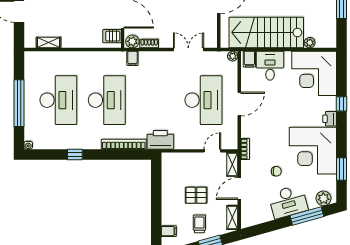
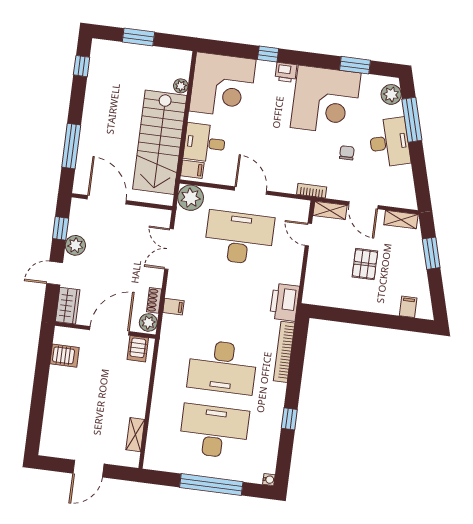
plant: (233, 56) -> (191, 198), width x1.88, depth x1.88
filing cabinet: (132, 58) -> (173, 307), moved
desk: (107, 100) -> (222, 367), turned 180
trolley: (199, 224) -> (404, 265), removed

